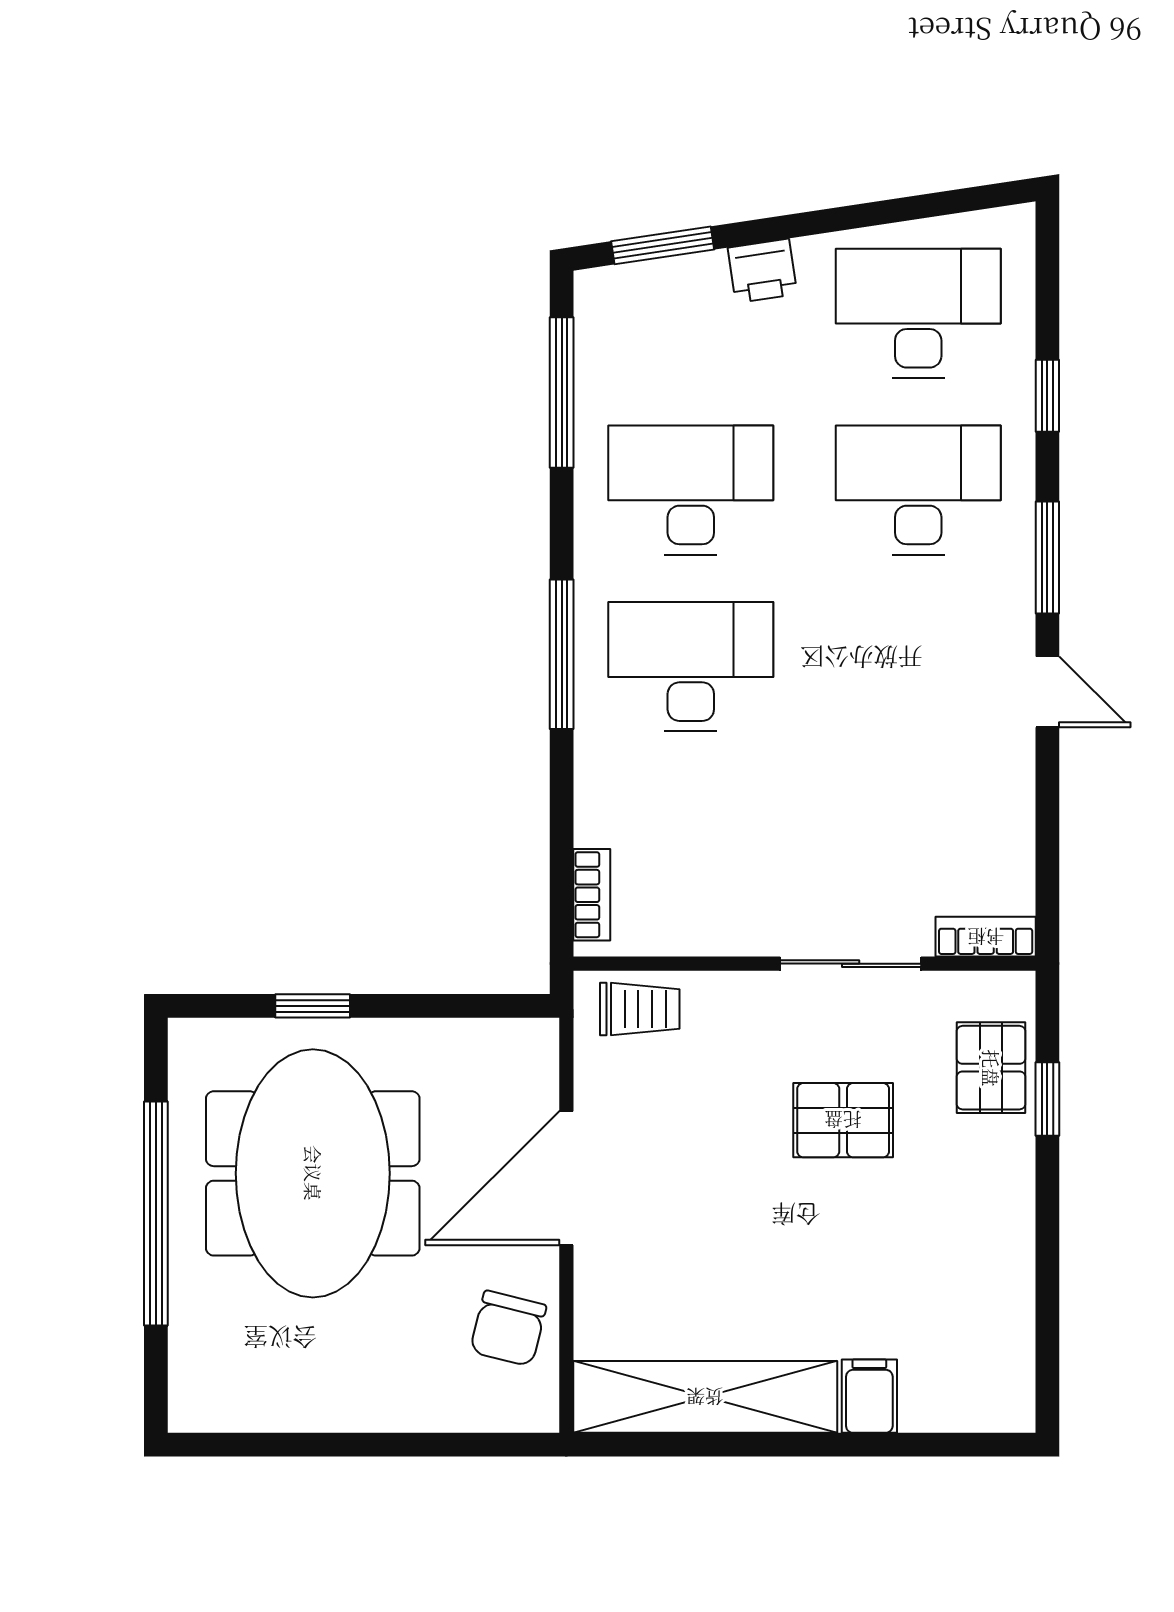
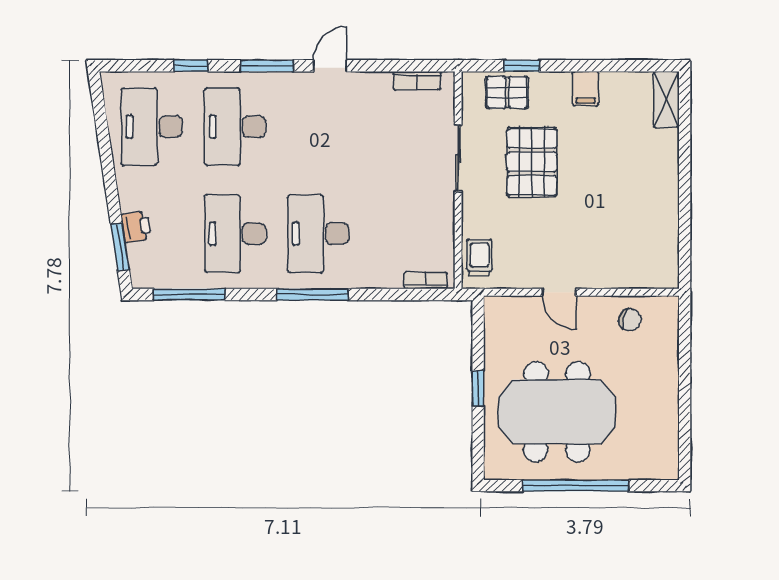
printer: (762, 271) -> (136, 227), moved
bookcase: (986, 937) -> (417, 81), moved, turned -90
window: (313, 1006) -> (478, 388), moved
pallet: (843, 1120) -> (532, 162), width x1.50, depth x1.42
door: (566, 1178) -> (559, 292), width x0.53
chair: (508, 1328) -> (630, 320), width x0.73, depth x0.73
filing cabinet: (869, 1396) -> (586, 89), moved, turned -90
shelving: (705, 1397) -> (666, 100), moved, width x0.45, depth x0.75

